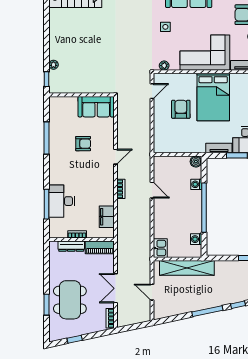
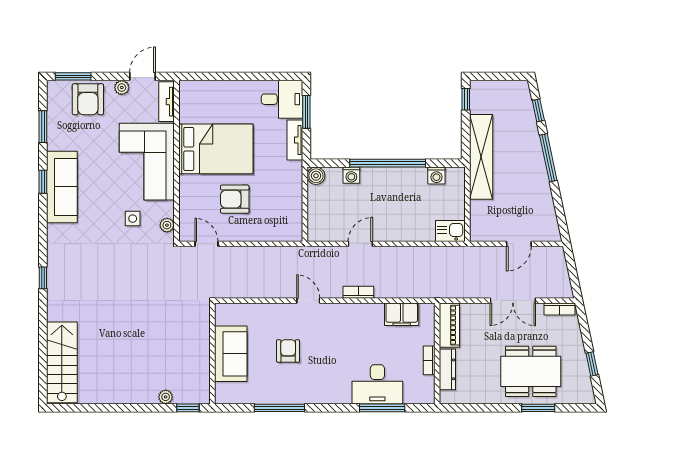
side table: (165, 27) -> (133, 219), moved
sofa: (96, 107) -> (231, 354), moved
shelving: (187, 268) -> (481, 157), moved

